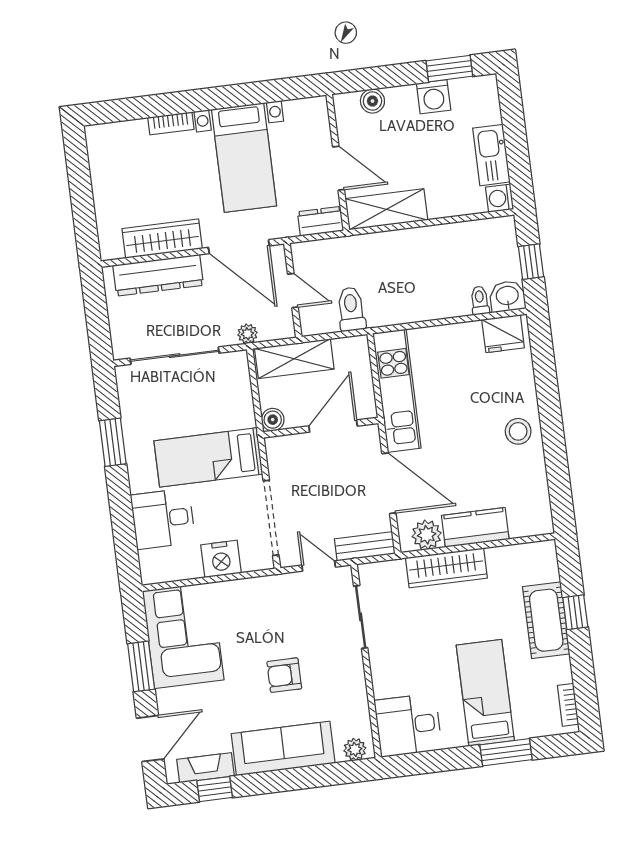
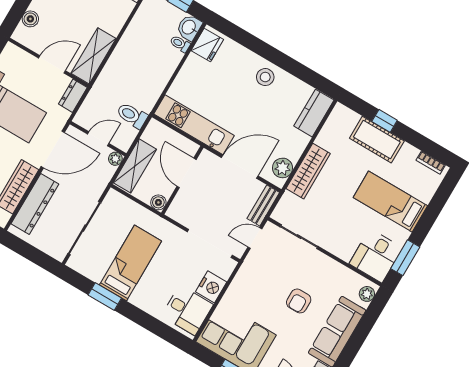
plant: (247, 334) -> (115, 159), moved
bed: (208, 457) -> (131, 263), moved, turned 180
desk: (163, 519) -> (187, 310), moved, turned -90
kitchen counter: (475, 527) -> (314, 113), moved
window: (506, 752) -> (405, 258), moved

